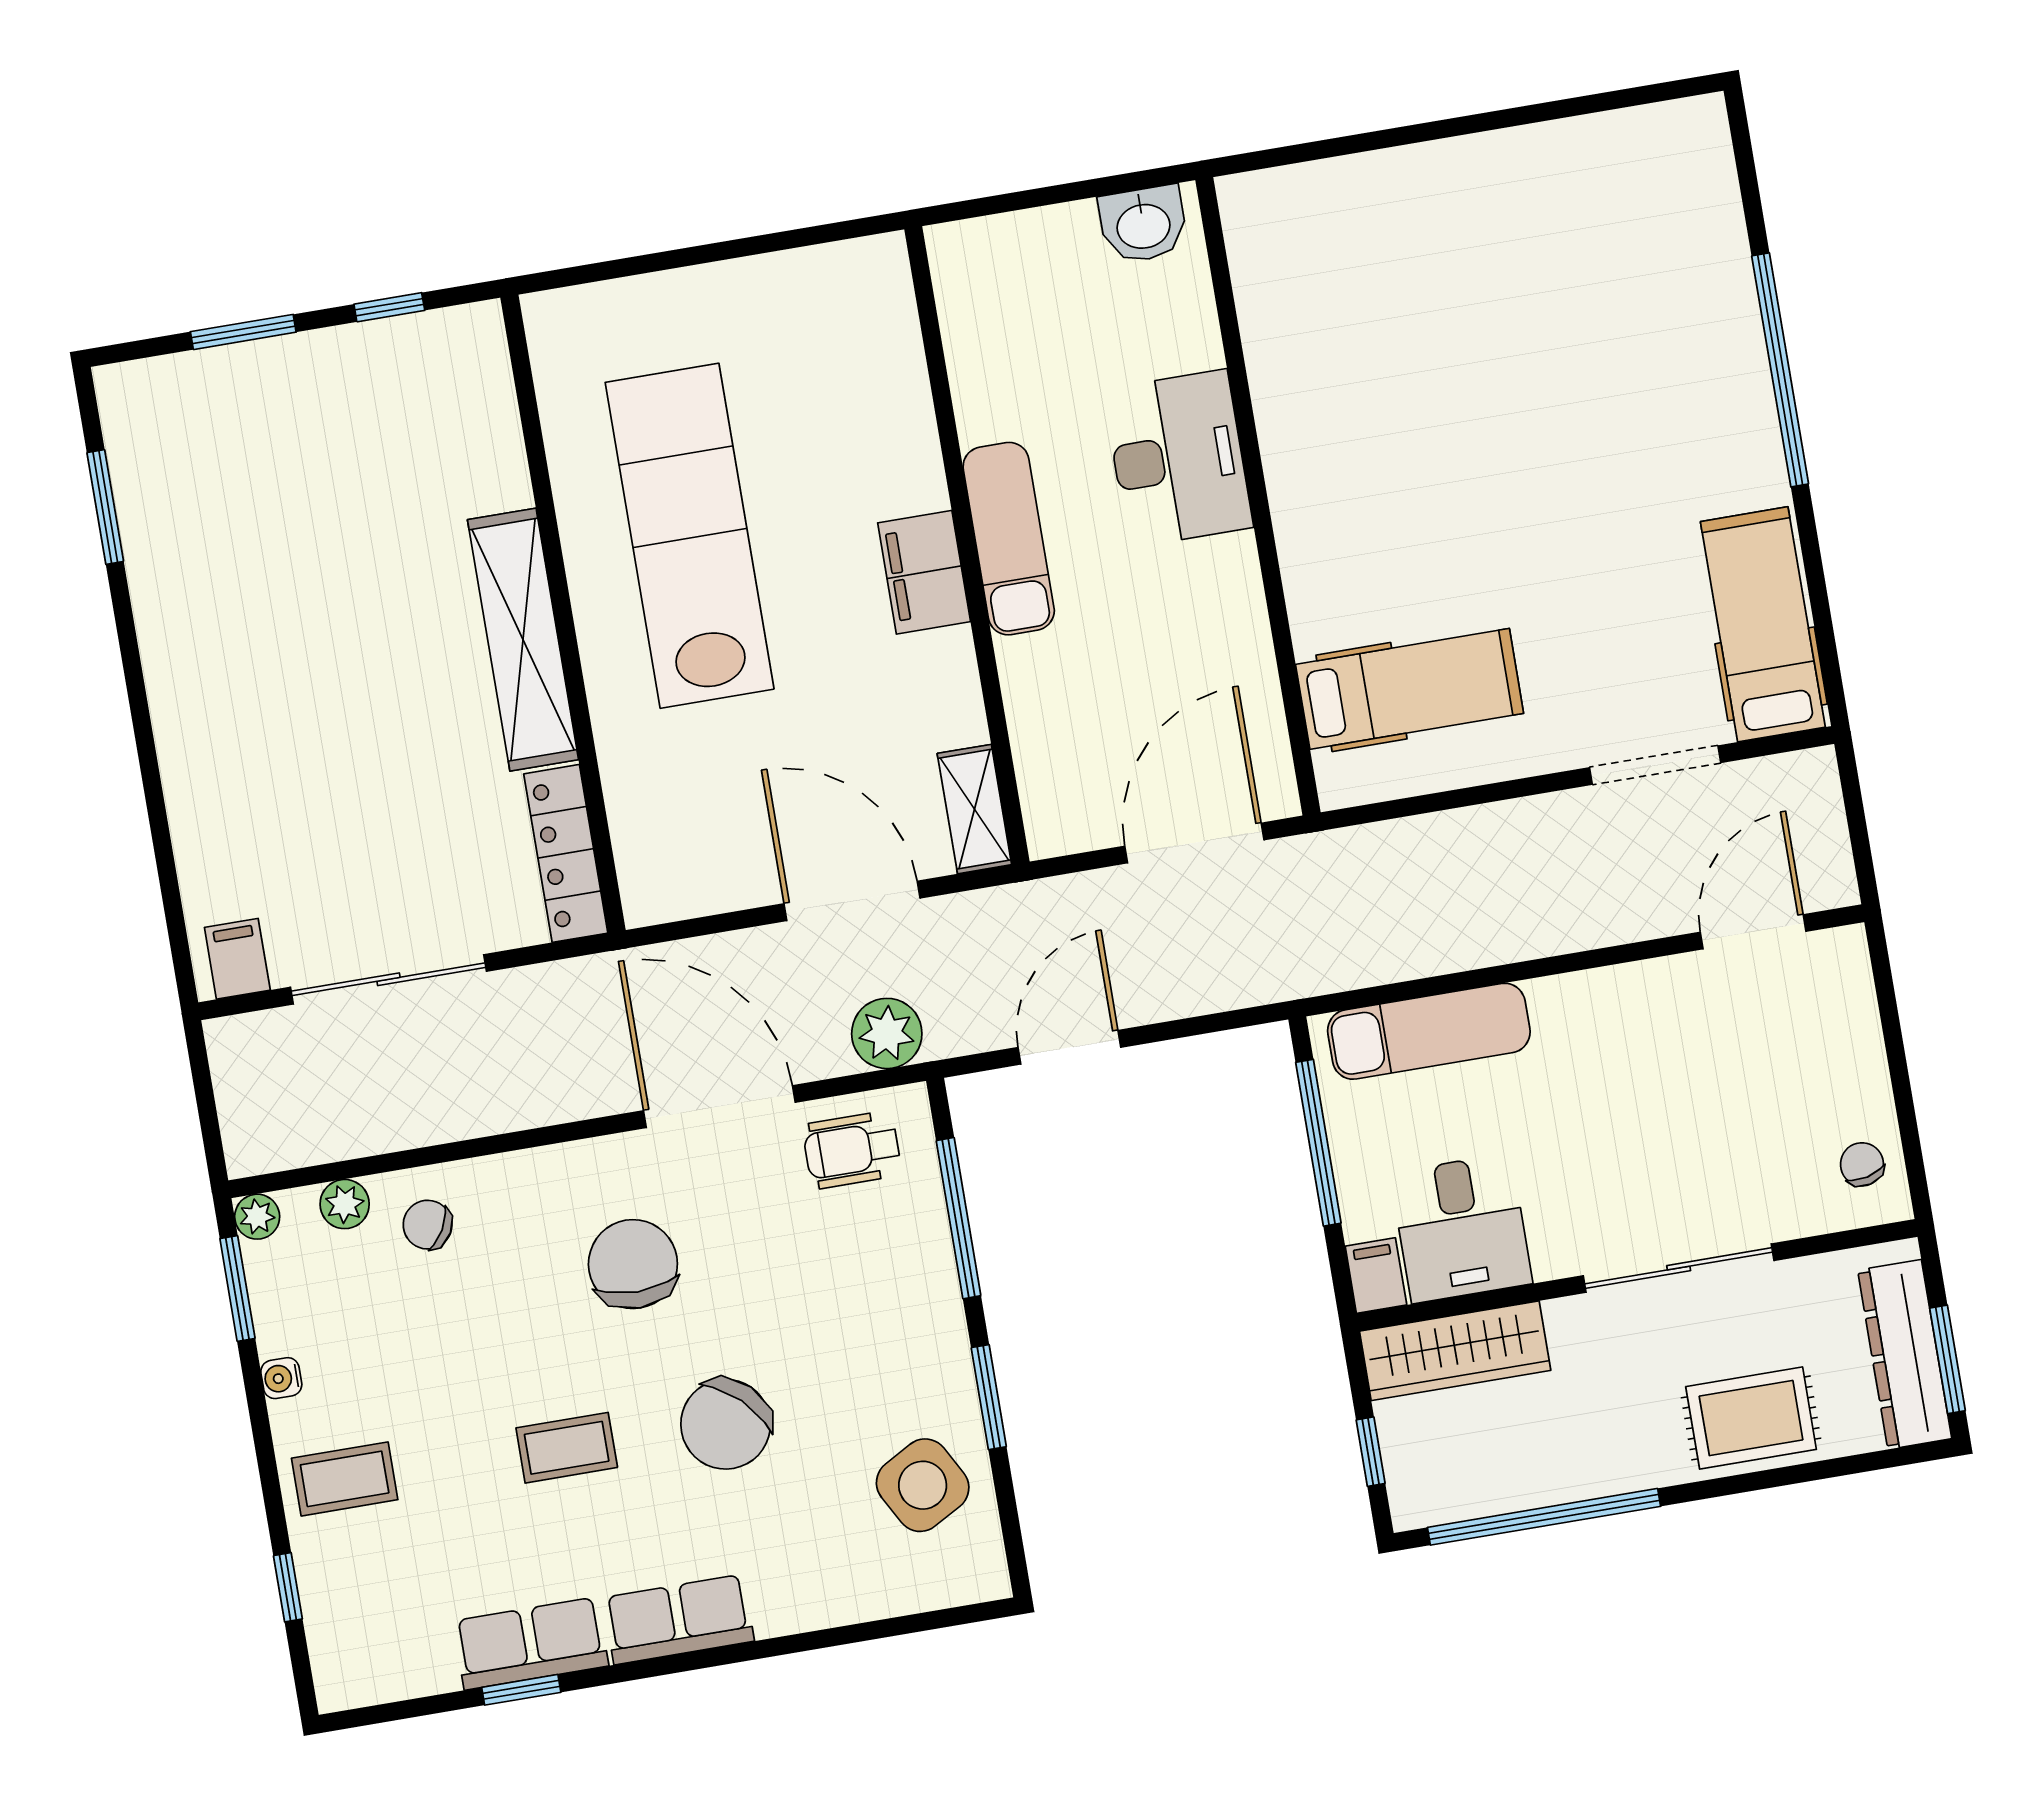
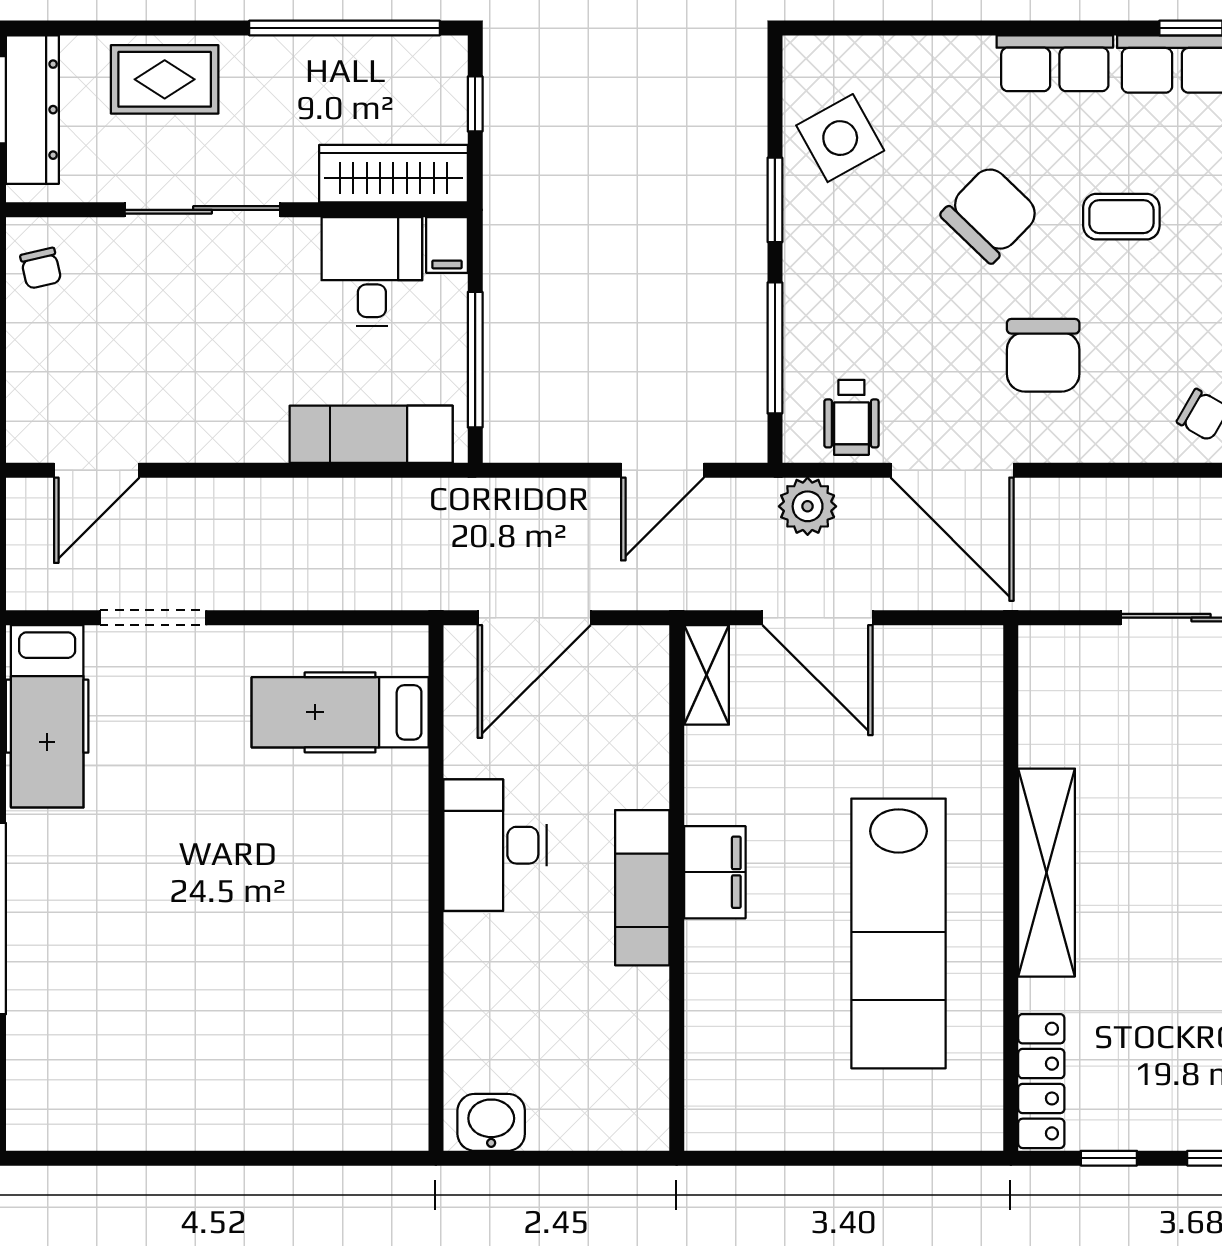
desk: (1178, 458) -> (495, 845), moved
locker: (566, 853) -> (1041, 1081), moved
wheelchair: (852, 1150) -> (851, 417), turned 90

